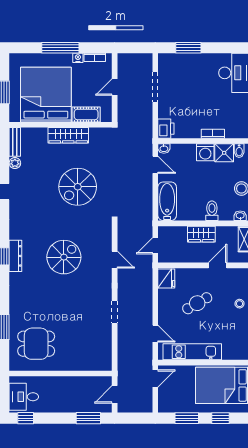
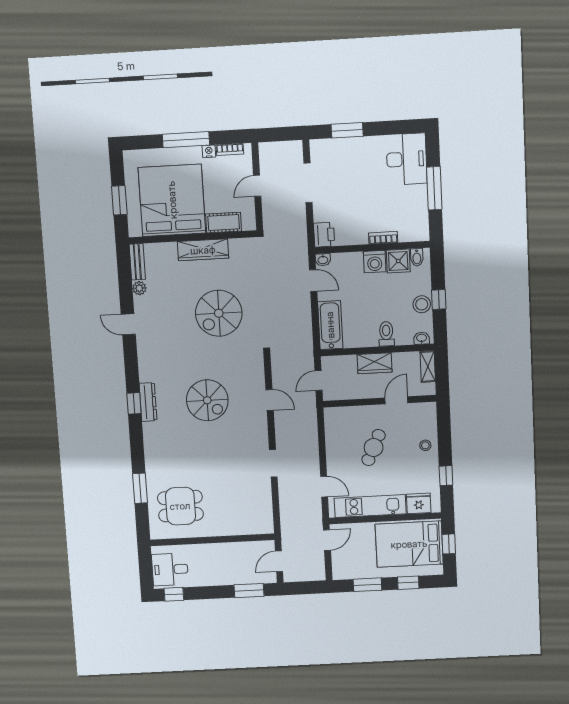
spiral stairs: (64, 257) -> (207, 400), turned 90
fridge: (166, 278) -> (419, 503), moved, turned -90
cafe table: (197, 303) -> (374, 447), turned -35

